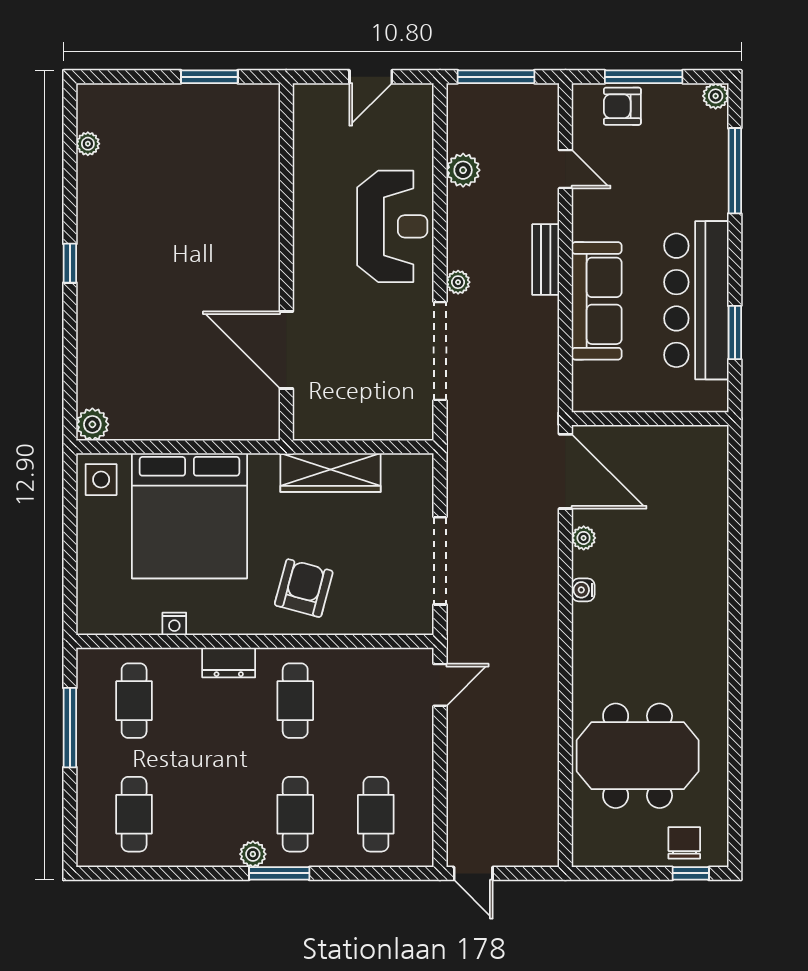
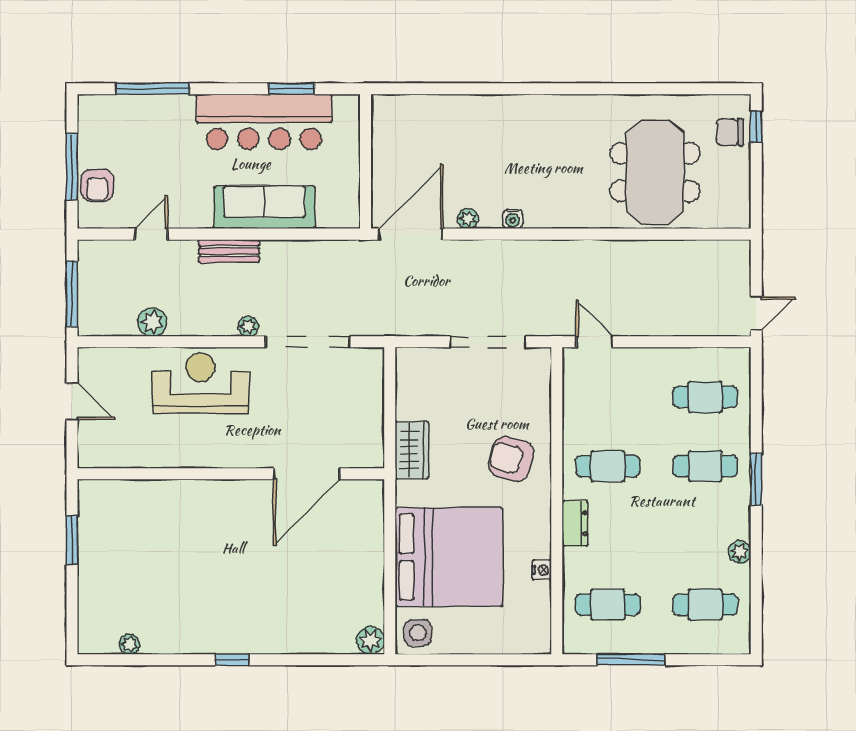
plant: (716, 96) -> (88, 105), removed
wardrobe: (331, 473) -> (412, 450), width x0.67
plant: (253, 854) -> (740, 552), moved

